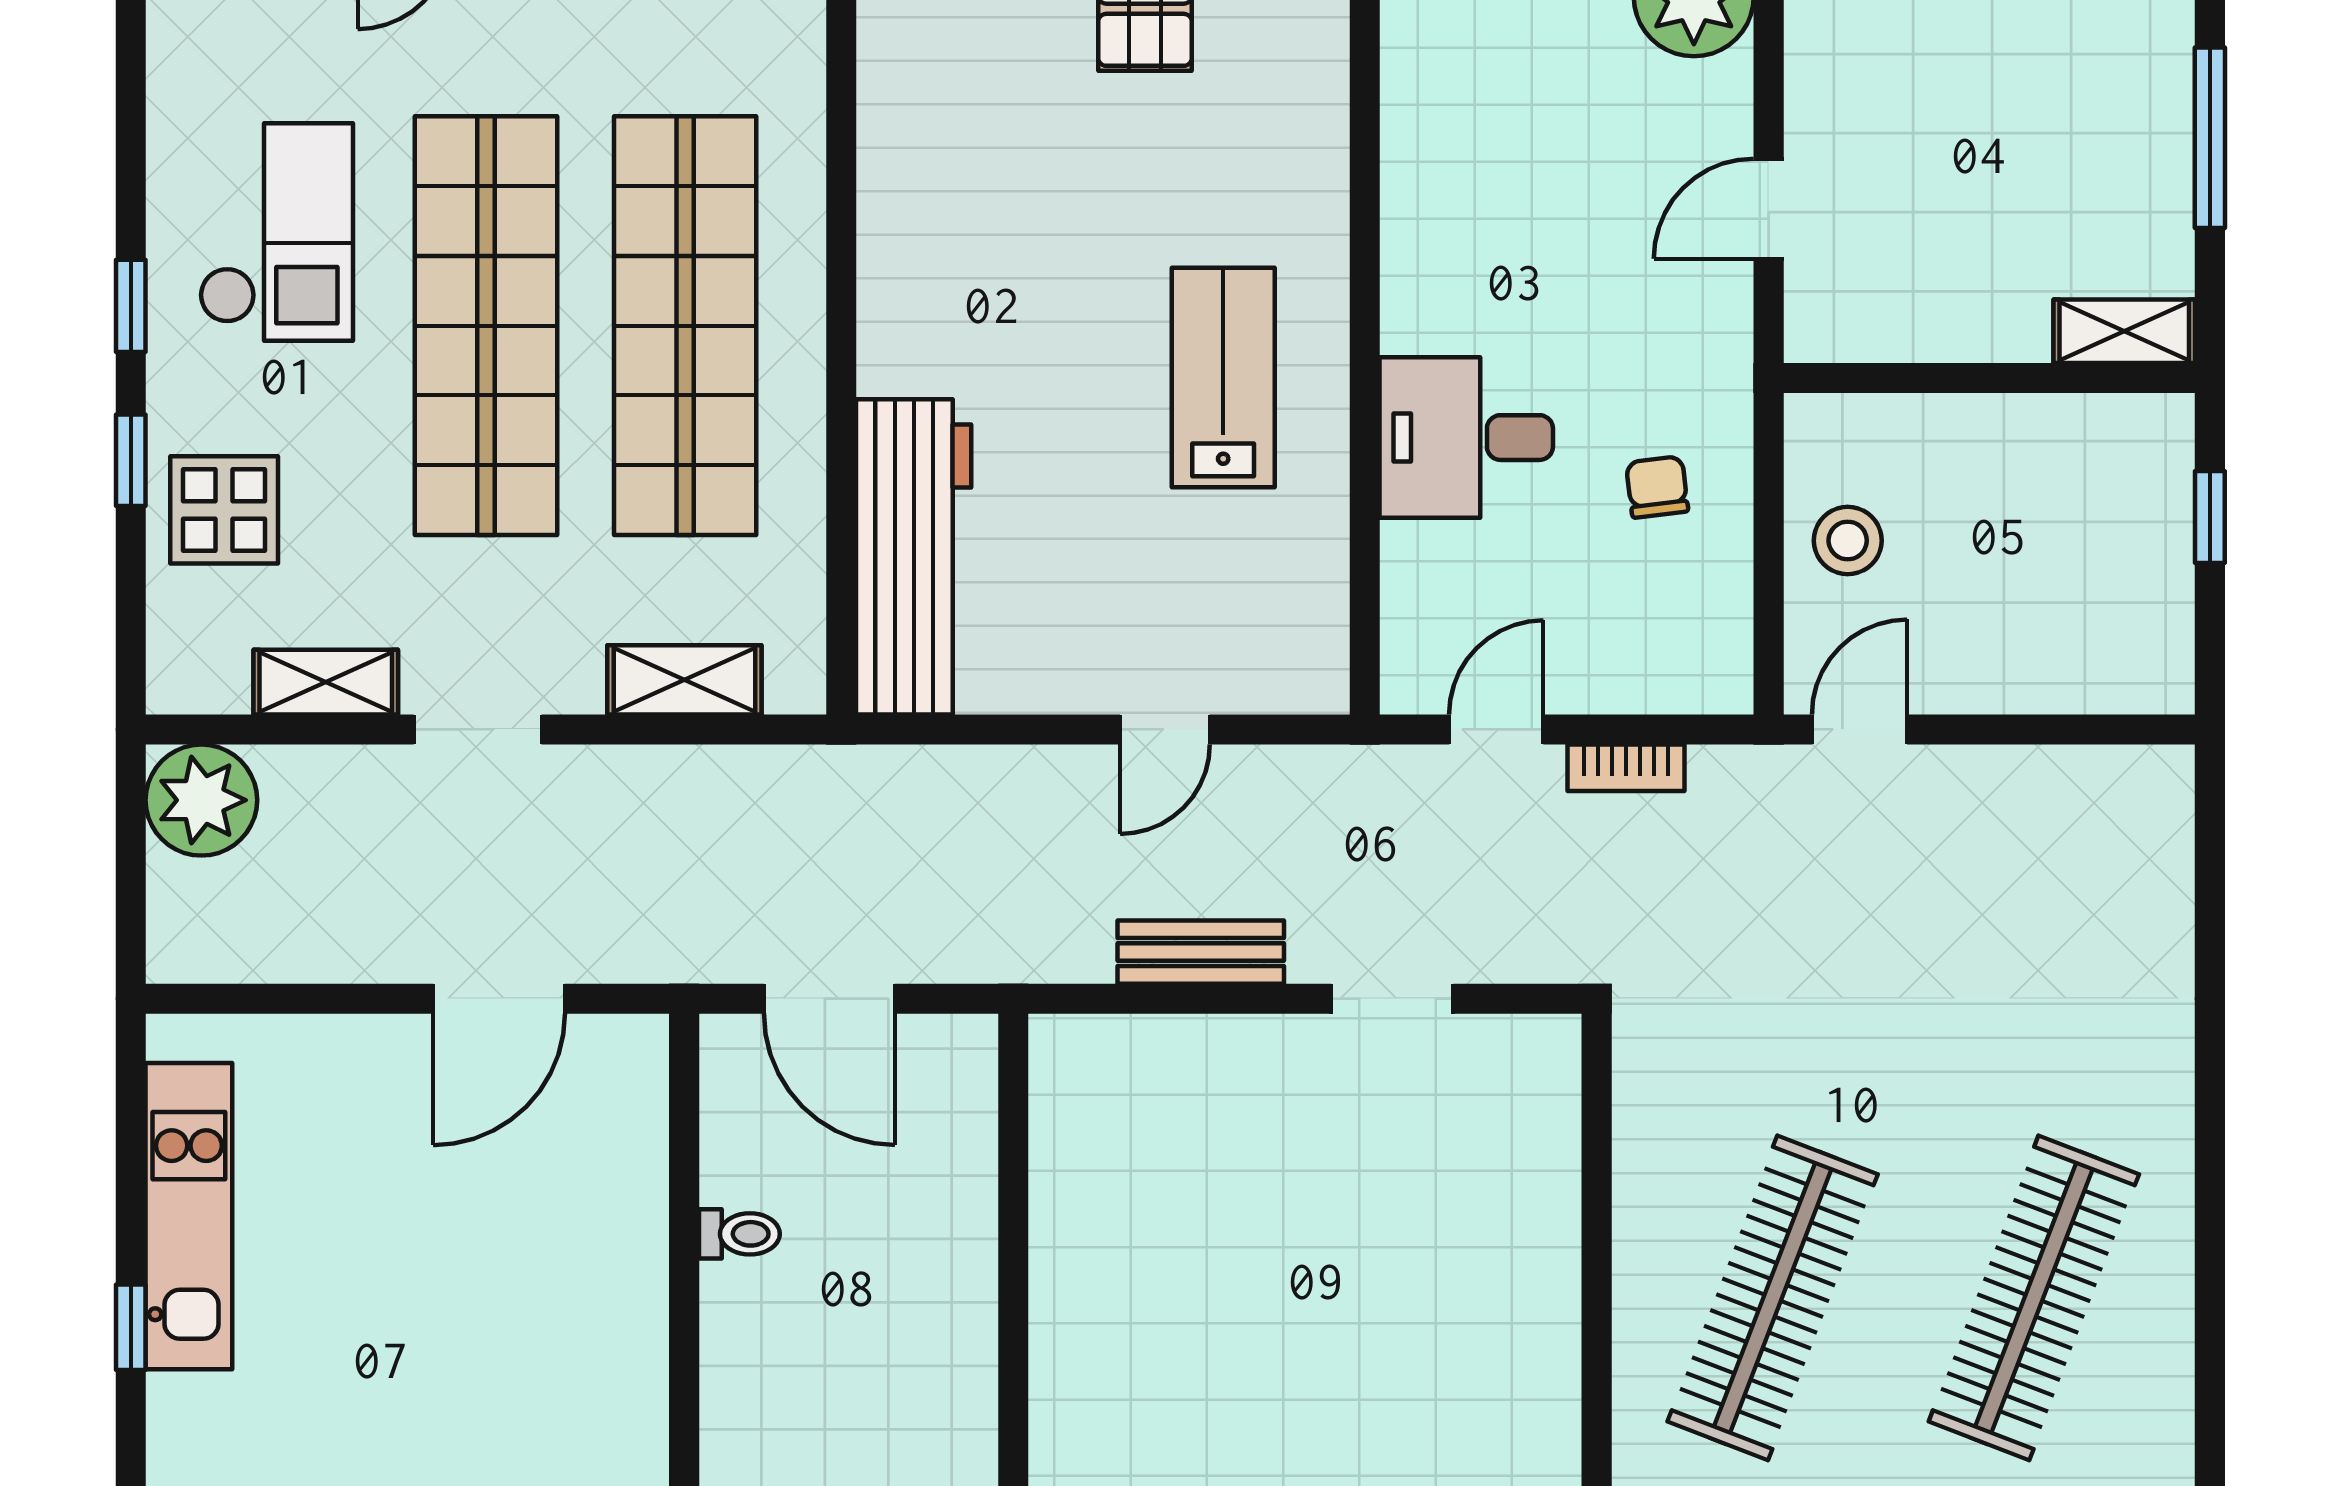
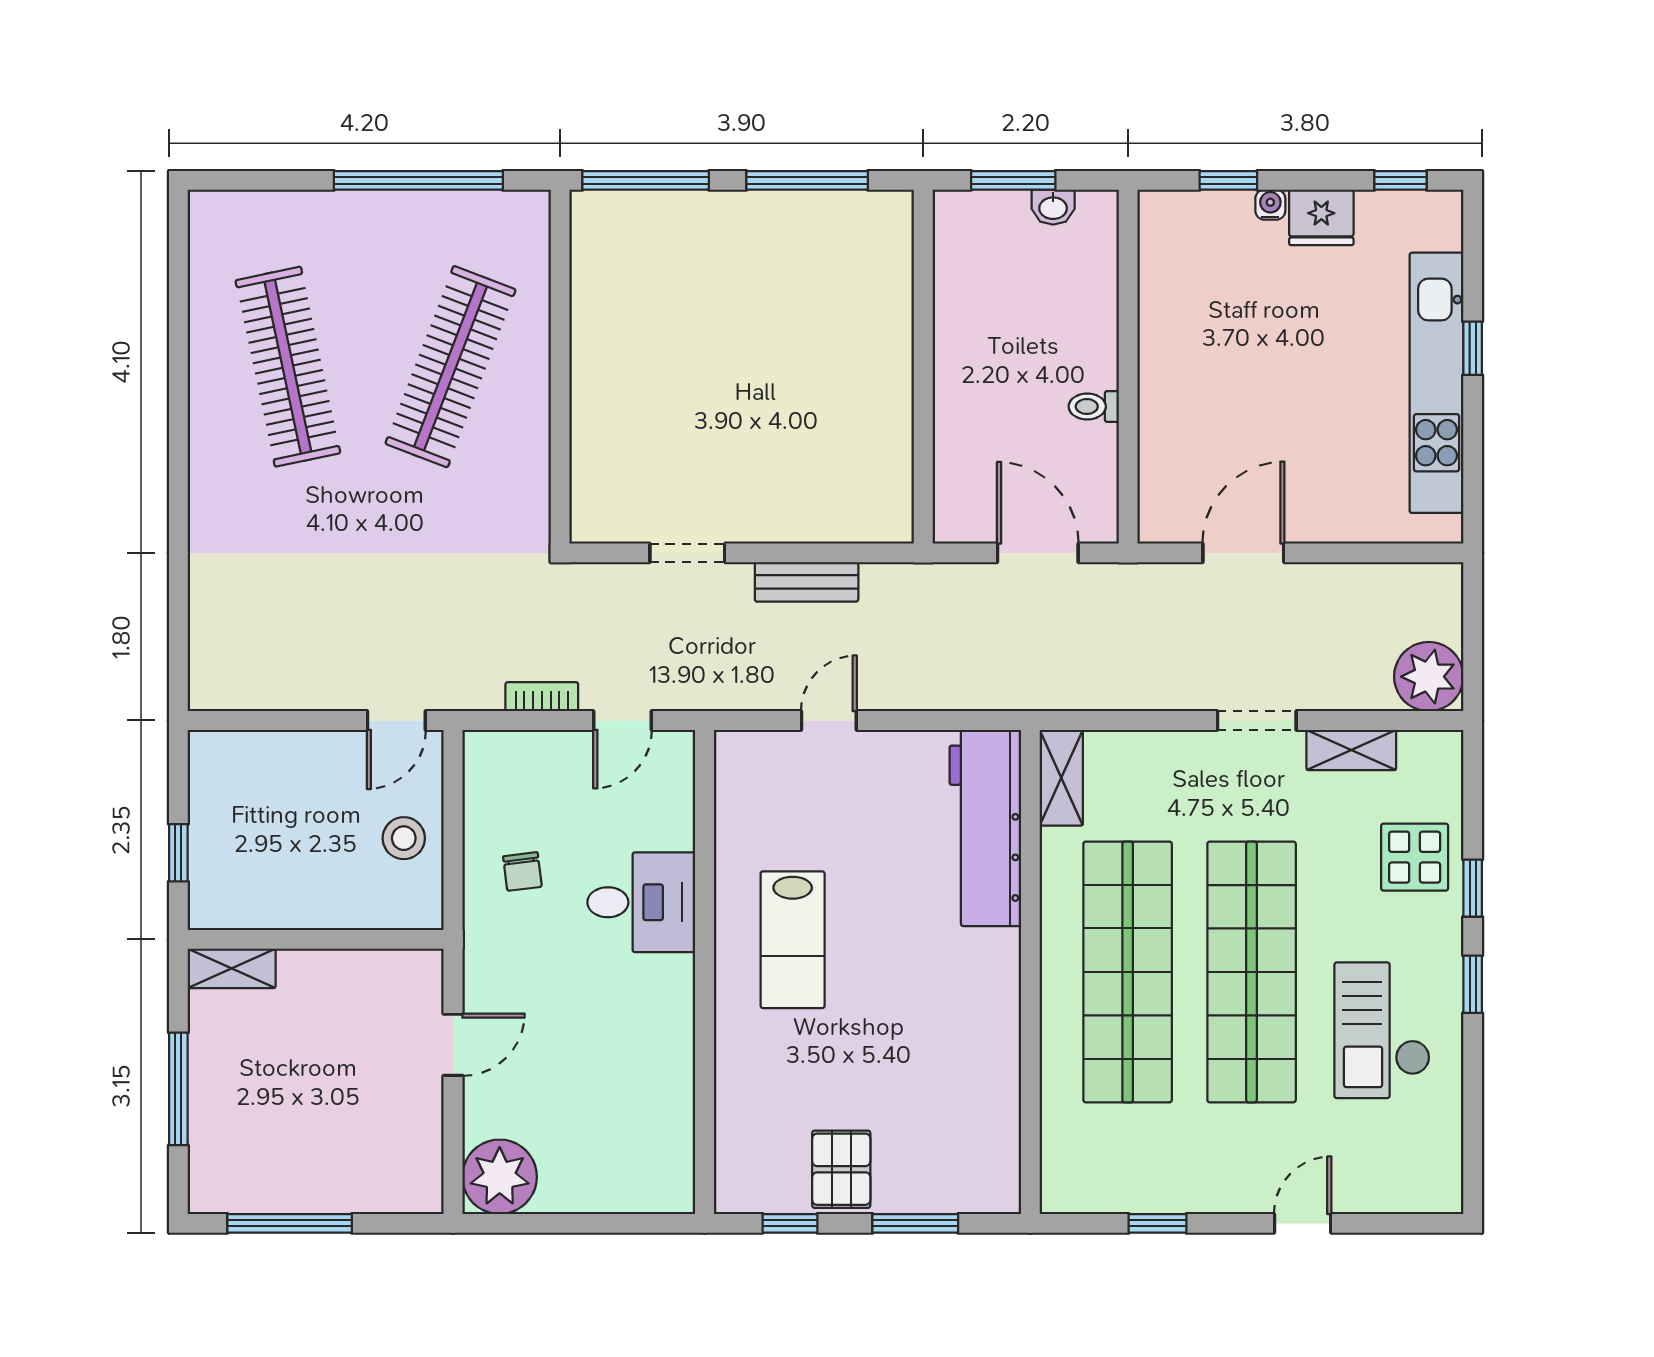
shelving: (684, 680) -> (1061, 778), moved, turned 90
kitchen unit: (189, 1216) -> (1436, 383), width x1.36
clothes rail: (2034, 1298) -> (288, 367), turned -33

